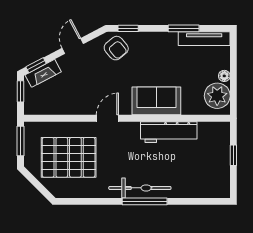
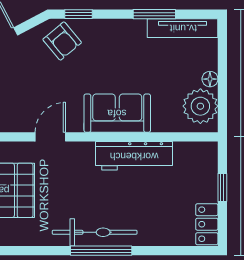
locker: (222, 182) -> (207, 224), added

